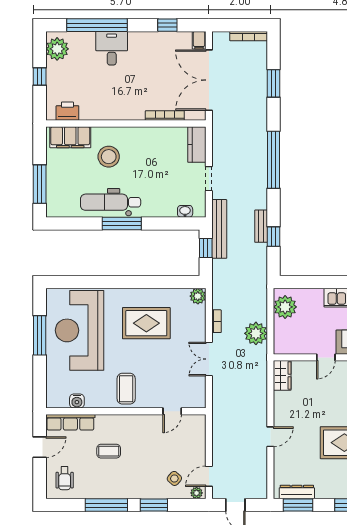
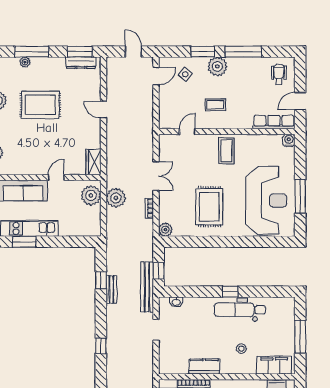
kitchen counter: (197, 145) -> (204, 367), moved, turned -90
stool: (109, 157) -> (241, 349), width x0.53, depth x0.53
window: (273, 160) -> (101, 346), width x0.32
window: (40, 184) -> (300, 337), moved
dental chair: (111, 202) -> (240, 310), turned 180
window: (122, 224) -> (230, 292), width x0.46
plant: (285, 307) -> (91, 195), moved
rug: (146, 323) -> (209, 207), turned 90
water cooler: (77, 401) -> (289, 140), moved
door: (270, 437) -> (103, 110), hinge flipped
coffee table: (109, 451) -> (215, 105), moved
plant: (197, 493) -> (217, 66), moved, width x1.87, depth x1.87

